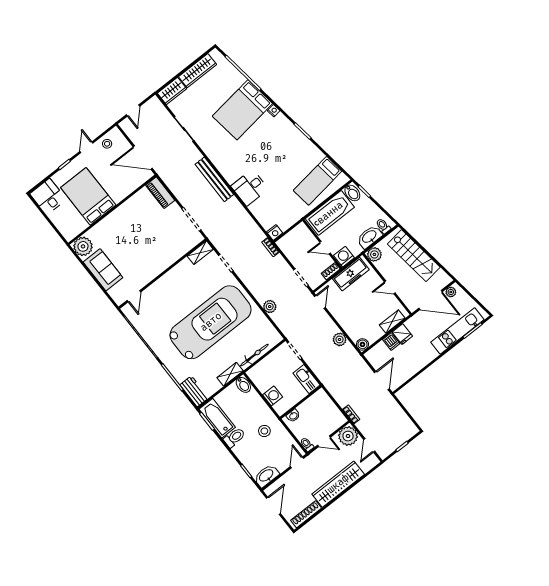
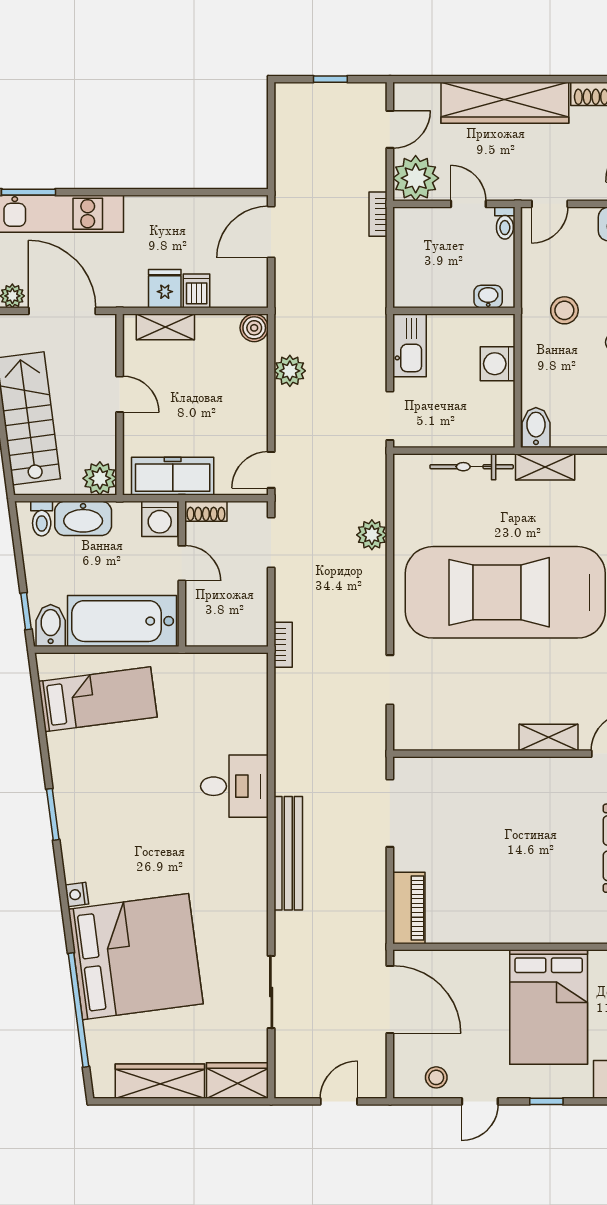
bed: (242, 110) -> (136, 957), width x1.36
nightstand: (275, 232) -> (254, 666), removed
shelving: (200, 253) -> (549, 737), moved

